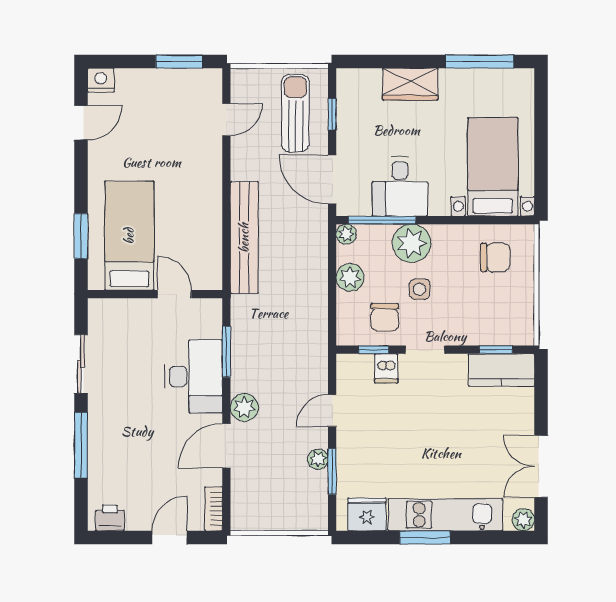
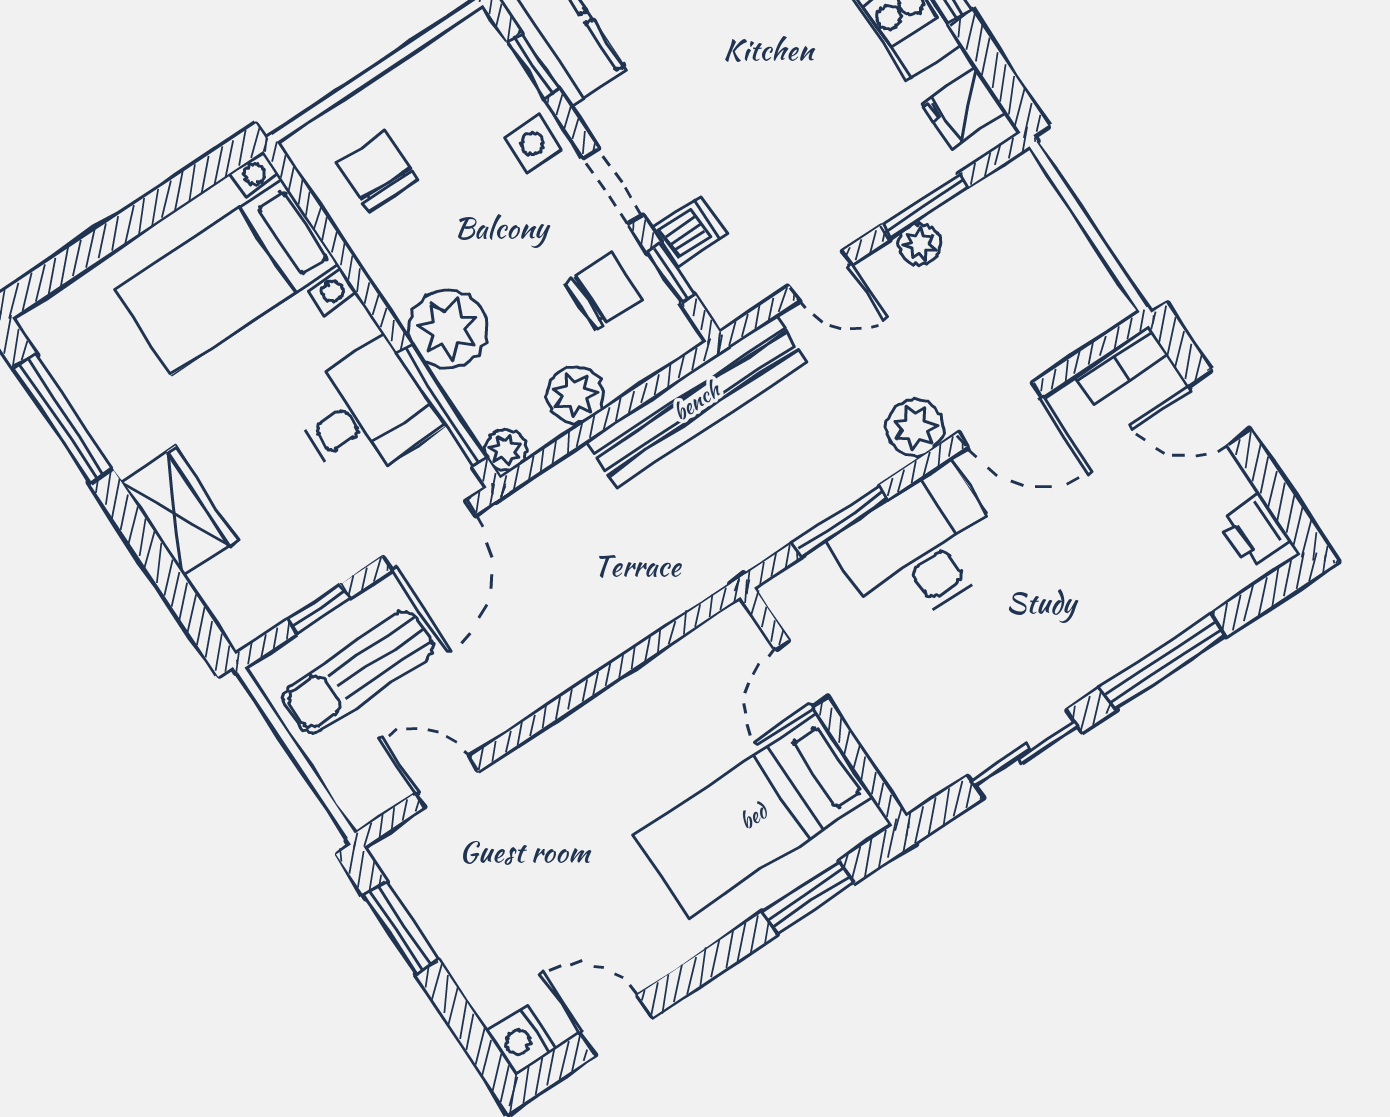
bench: (244, 238) -> (696, 401), moved
side table: (420, 289) -> (532, 144), moved
fridge: (367, 514) -> (964, 108), width x0.72

